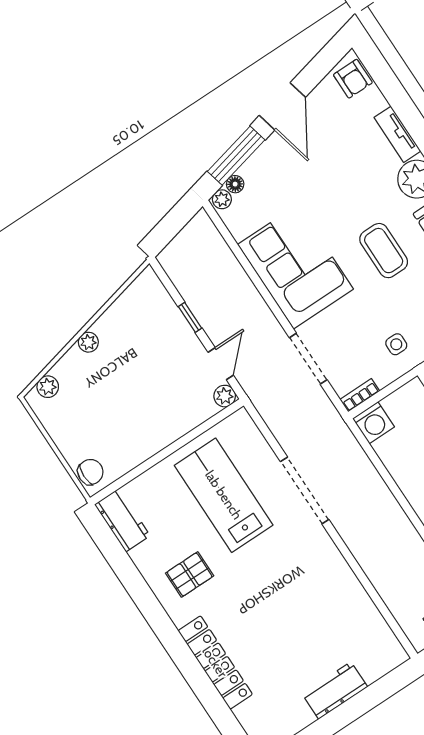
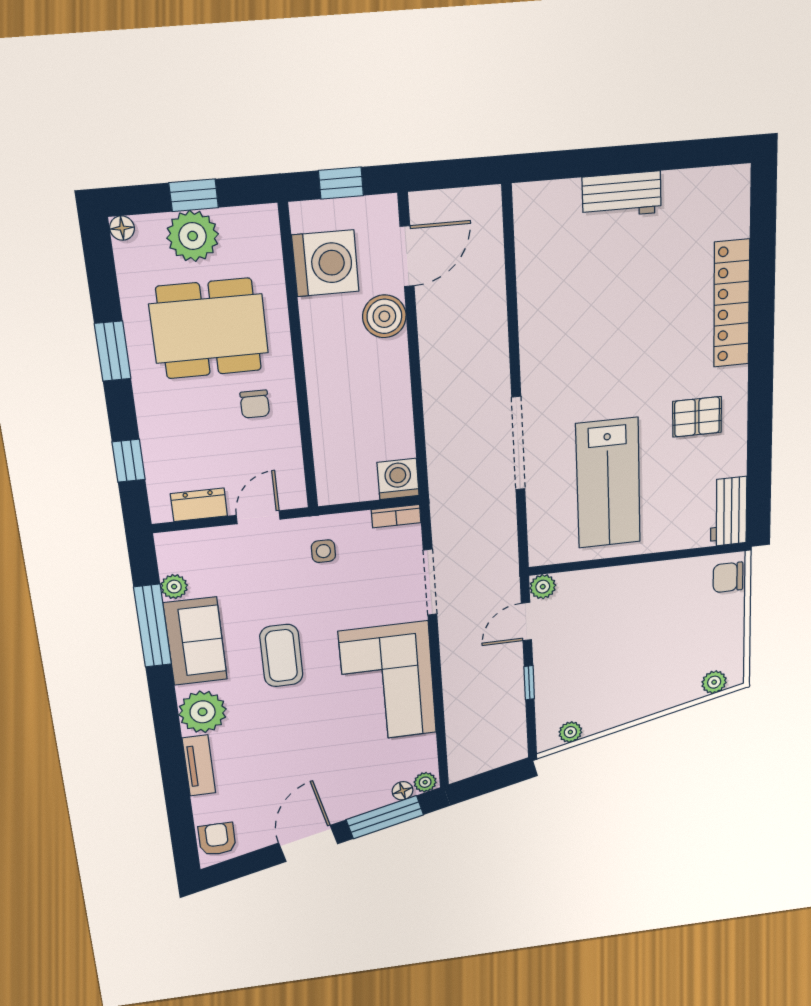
plant: (88, 342) -> (570, 732), moved

